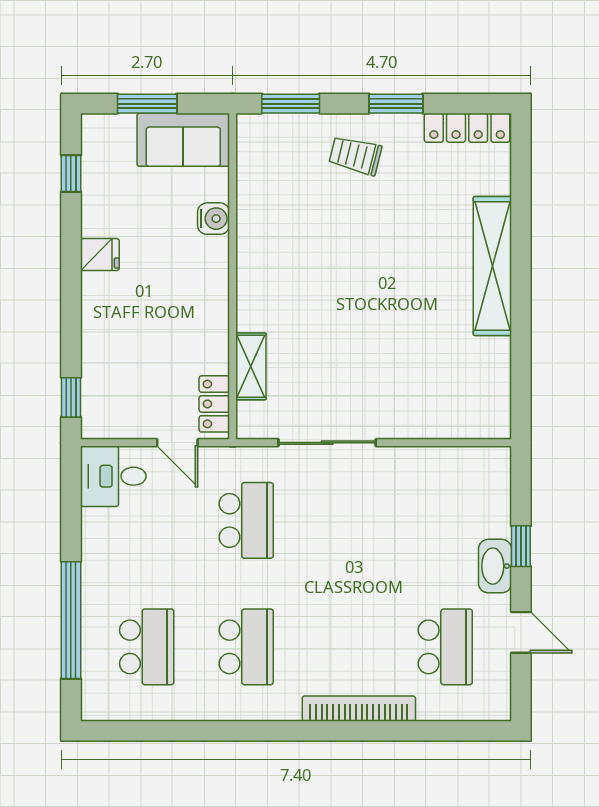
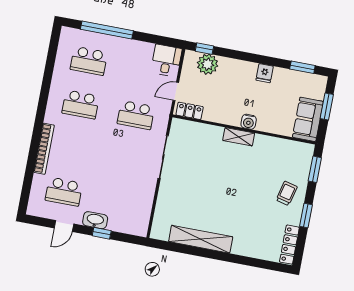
window: (71, 174) -> (302, 67), width x1.50
water cooler: (214, 219) -> (249, 122), moved
shelving: (492, 266) -> (201, 239), moved
shelving: (251, 366) -> (239, 137), moved
plant: (104, 384) -> (208, 64), added

